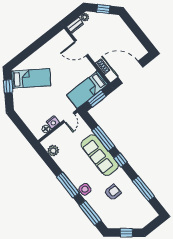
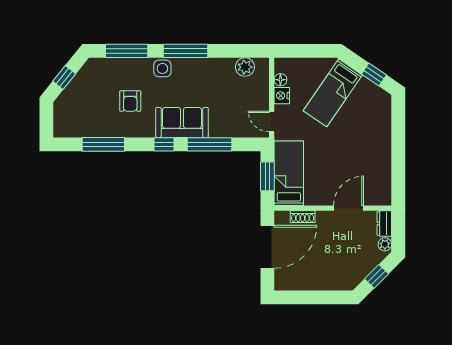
bed: (31, 78) -> (333, 93), moved
sofa: (100, 155) -> (182, 122), width x0.73

